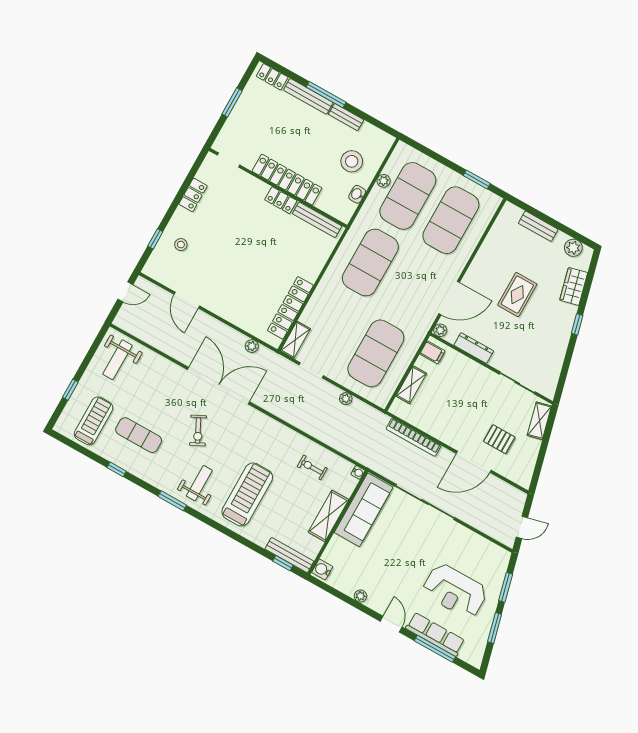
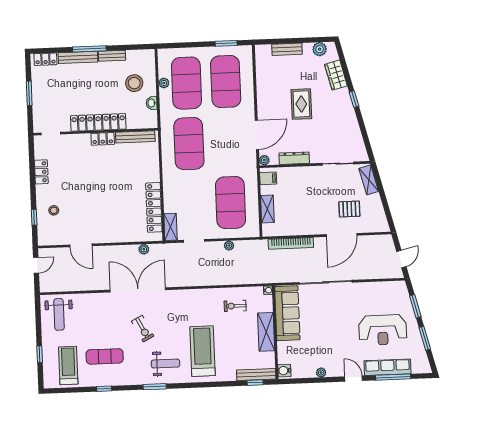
weight bench: (199, 483) -> (165, 364), turned 90

